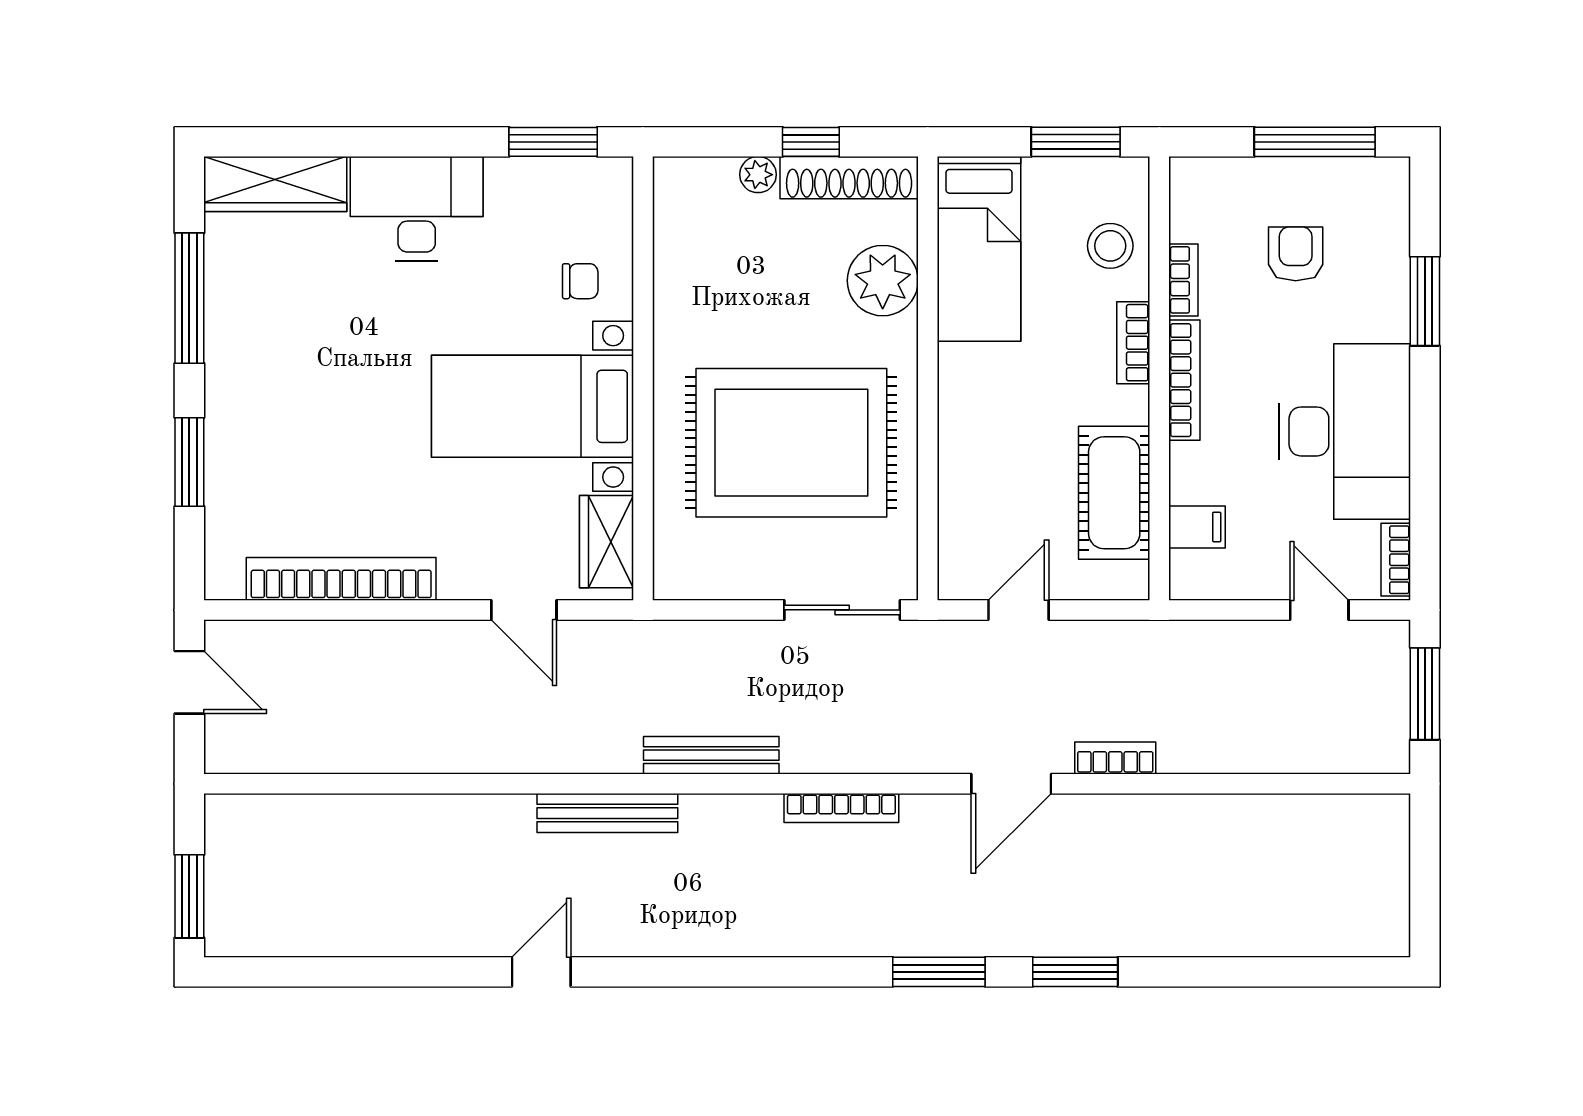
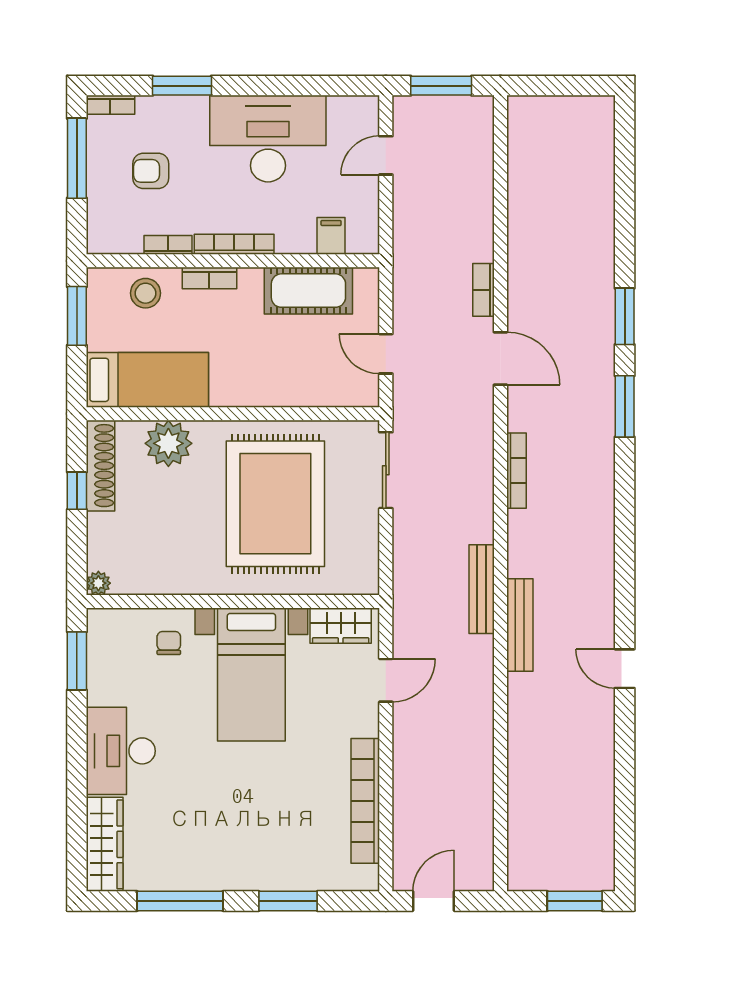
plant: (758, 175) -> (98, 583), moved
bookcase: (1396, 560) -> (110, 105), moved
bench: (711, 755) -> (482, 589), moved

